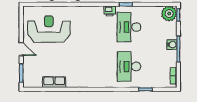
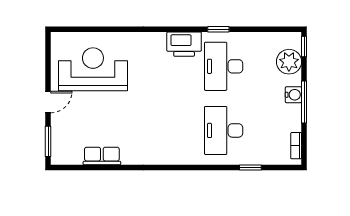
printer: (110, 11) -> (184, 44), width x1.87, depth x1.48
plant: (169, 14) -> (289, 62), moved
door: (21, 49) -> (48, 102), hinge flipped

